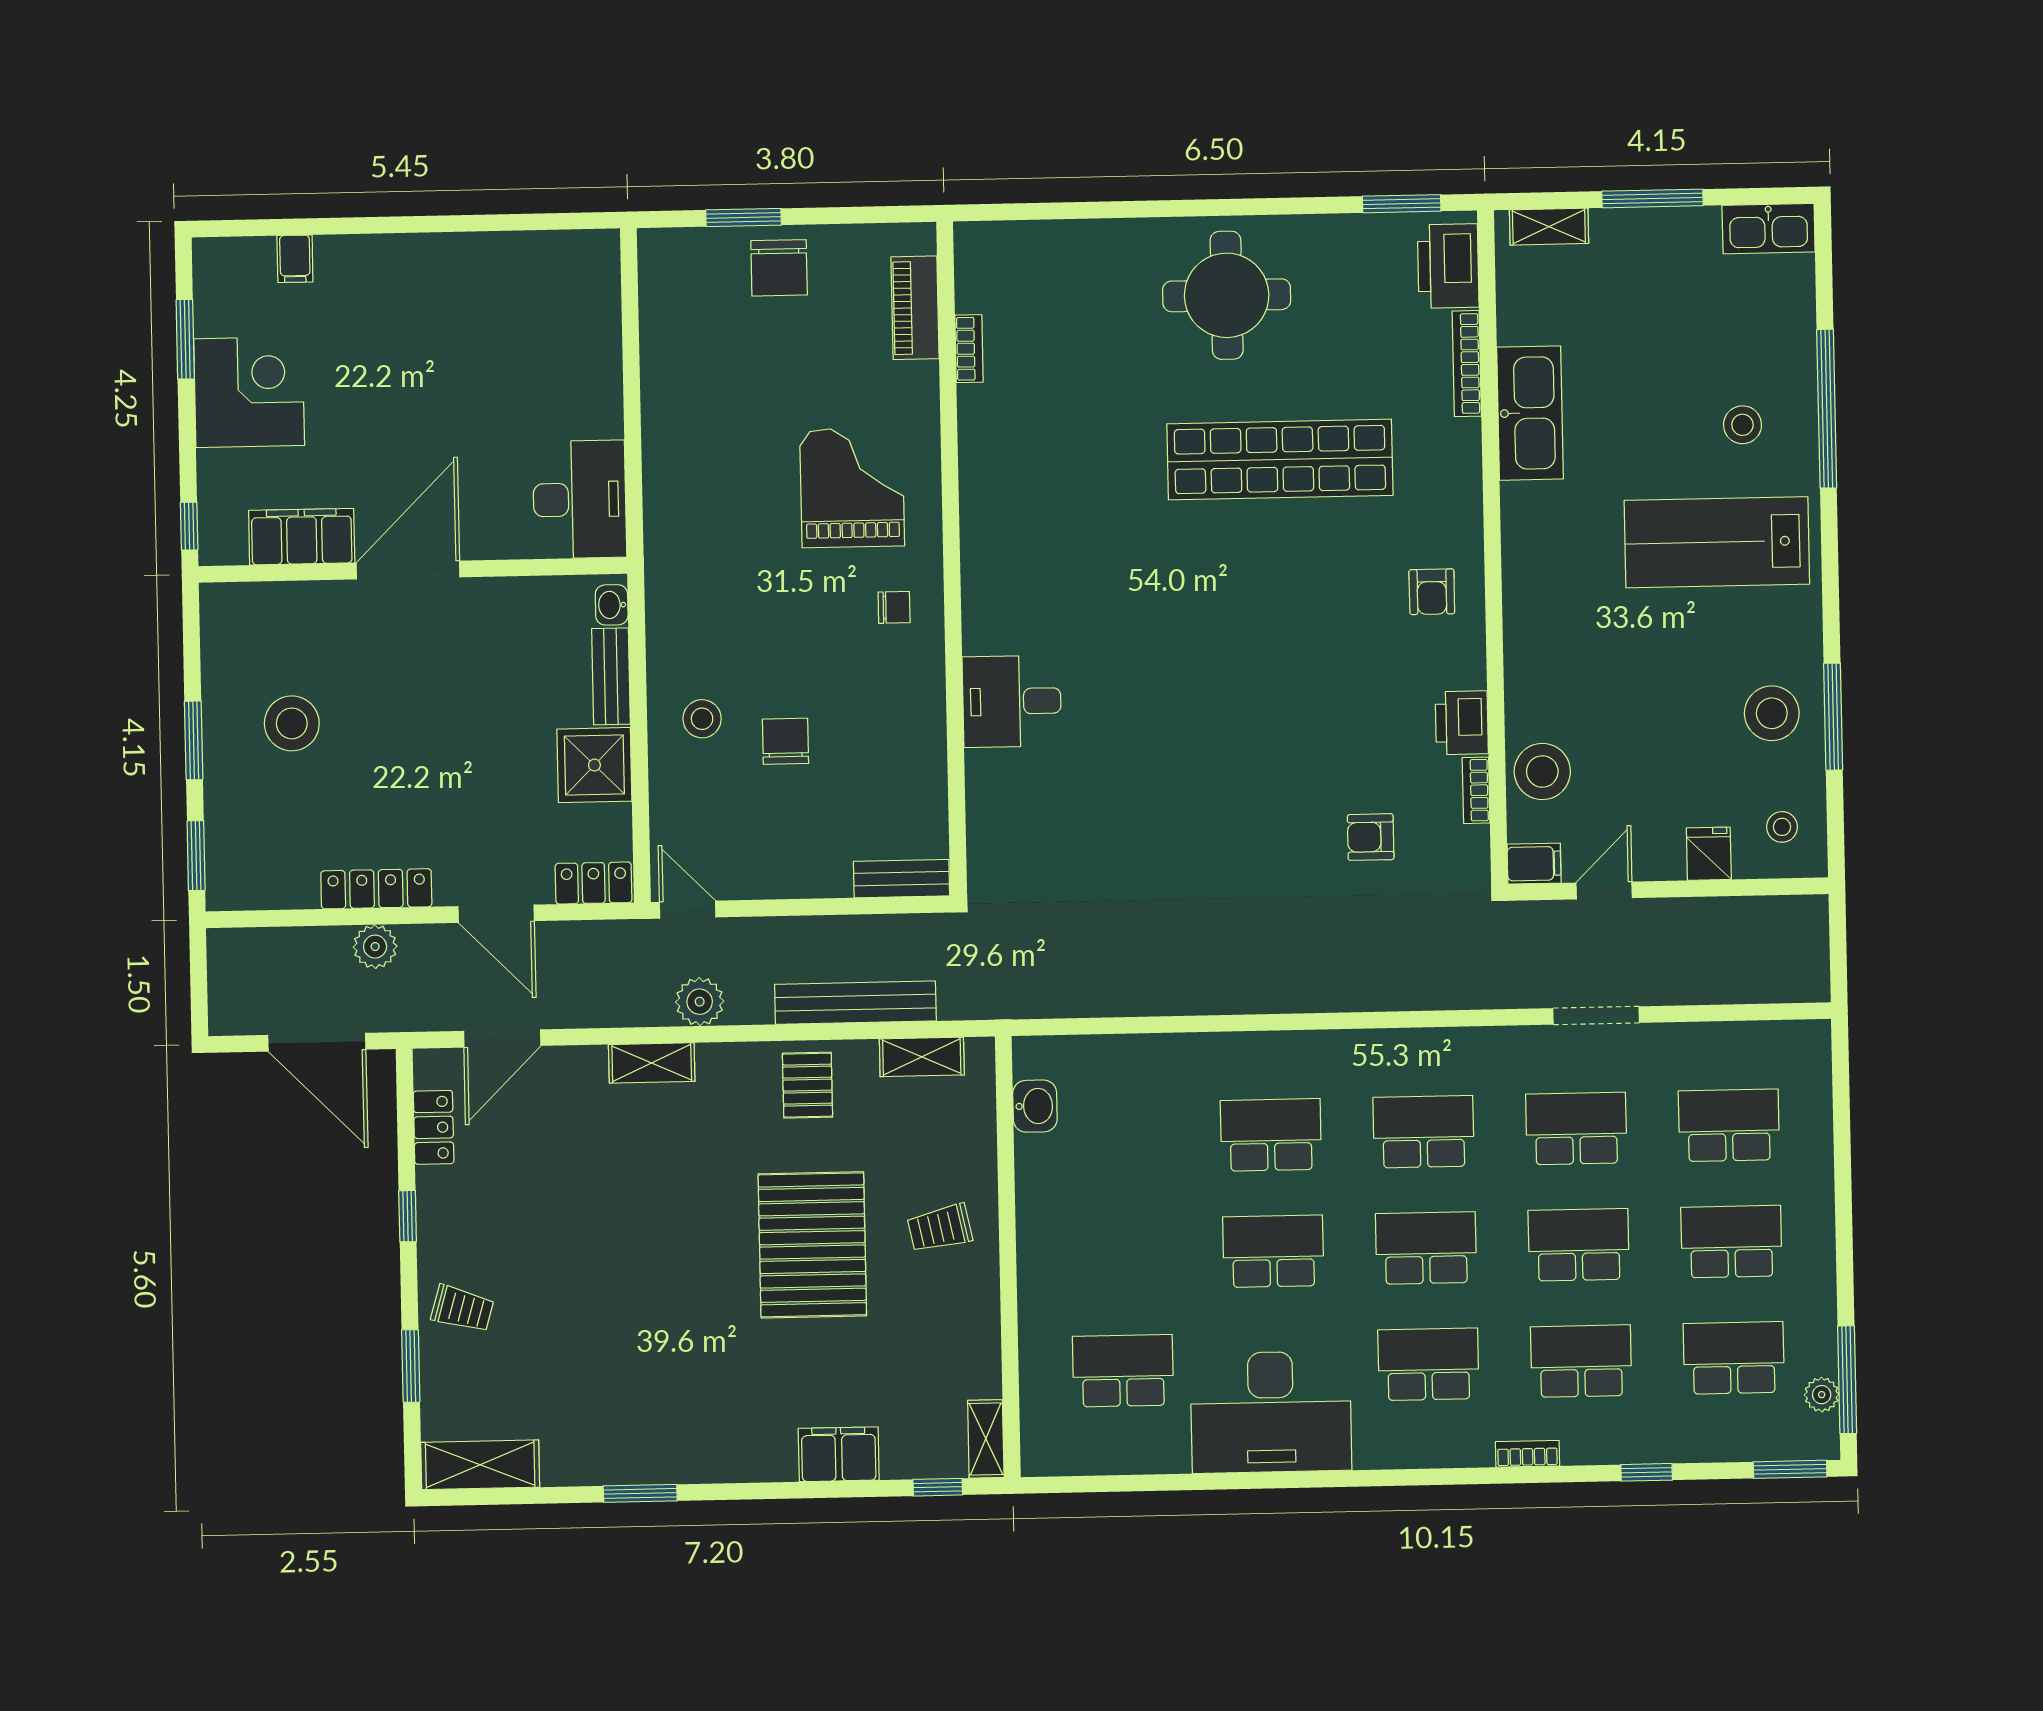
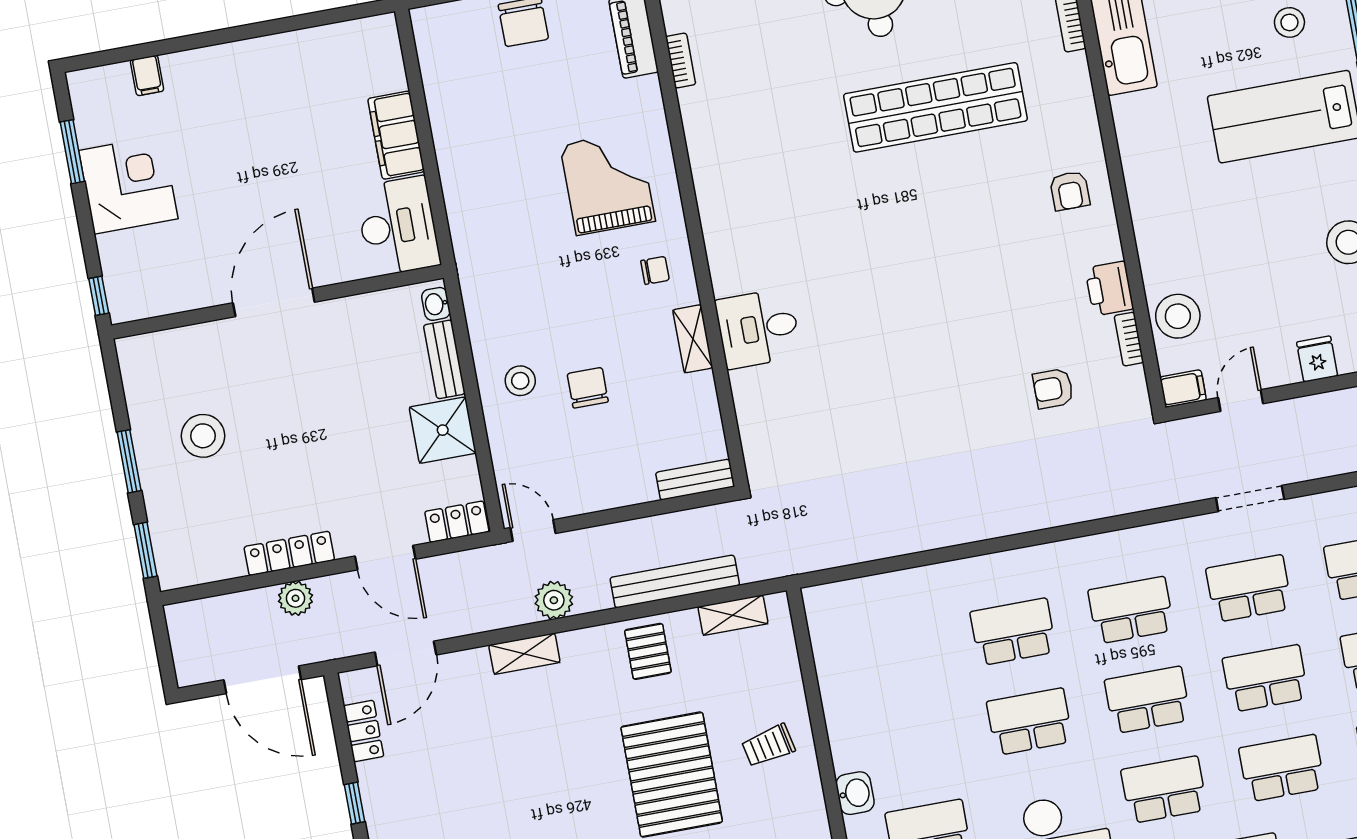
filing cabinet: (302, 537) -> (396, 135), moved, turned -90
shelving: (928, 701) -> (693, 339), added
washbasin: (1035, 1106) -> (855, 793), moved

